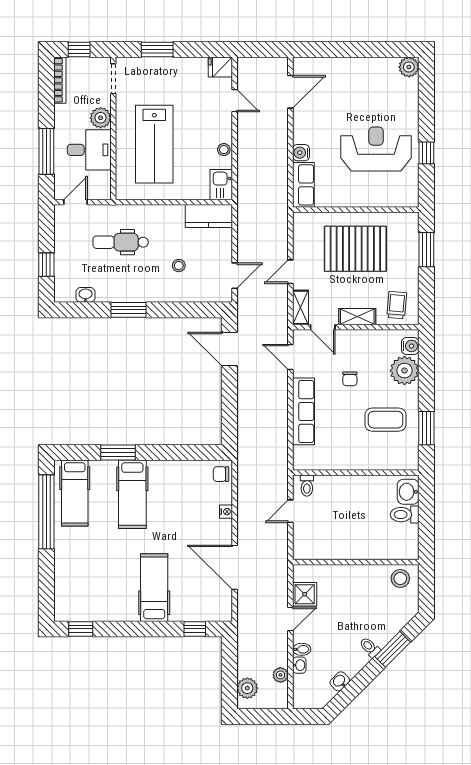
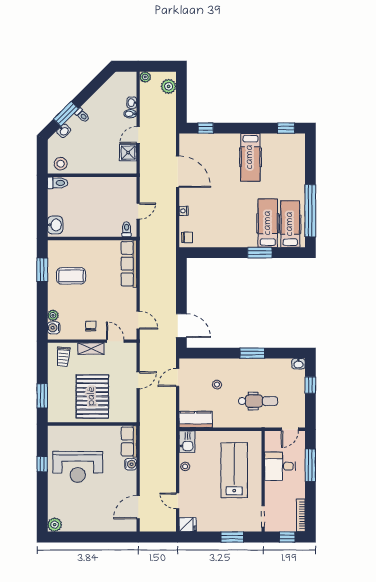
plant: (101, 118) -> (272, 489), removed
pallet: (355, 249) -> (92, 396), turned 90
washbasin: (86, 295) -> (298, 364), moved
shelving: (301, 307) -> (131, 355), removed
plant: (404, 371) -> (53, 315), width x0.53, depth x0.53
chair: (350, 379) -> (91, 326), moved
row of seats: (304, 411) -> (129, 264), moved
hospital bed: (132, 494) -> (268, 223), moved
toilet: (405, 515) -> (58, 183), moved
hospital bed: (154, 588) -> (250, 157), moved
plant: (280, 675) -> (145, 77), moved
washbasin: (340, 681) -> (64, 131), moved

